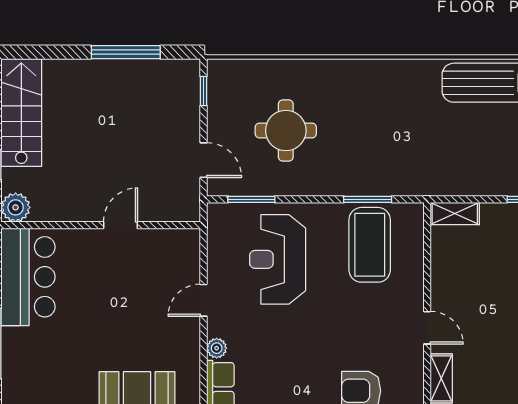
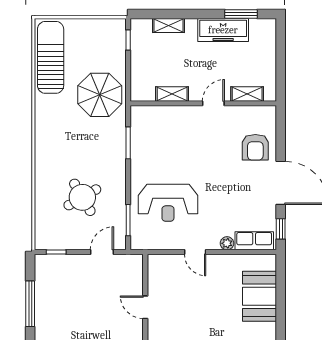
round table: (286, 131) -> (82, 197), turned -30
parasol: (440, 157) -> (100, 95), added
shelving: (455, 214) -> (172, 94), moved, turned 90
coffee table: (370, 245) -> (158, 142), removed

